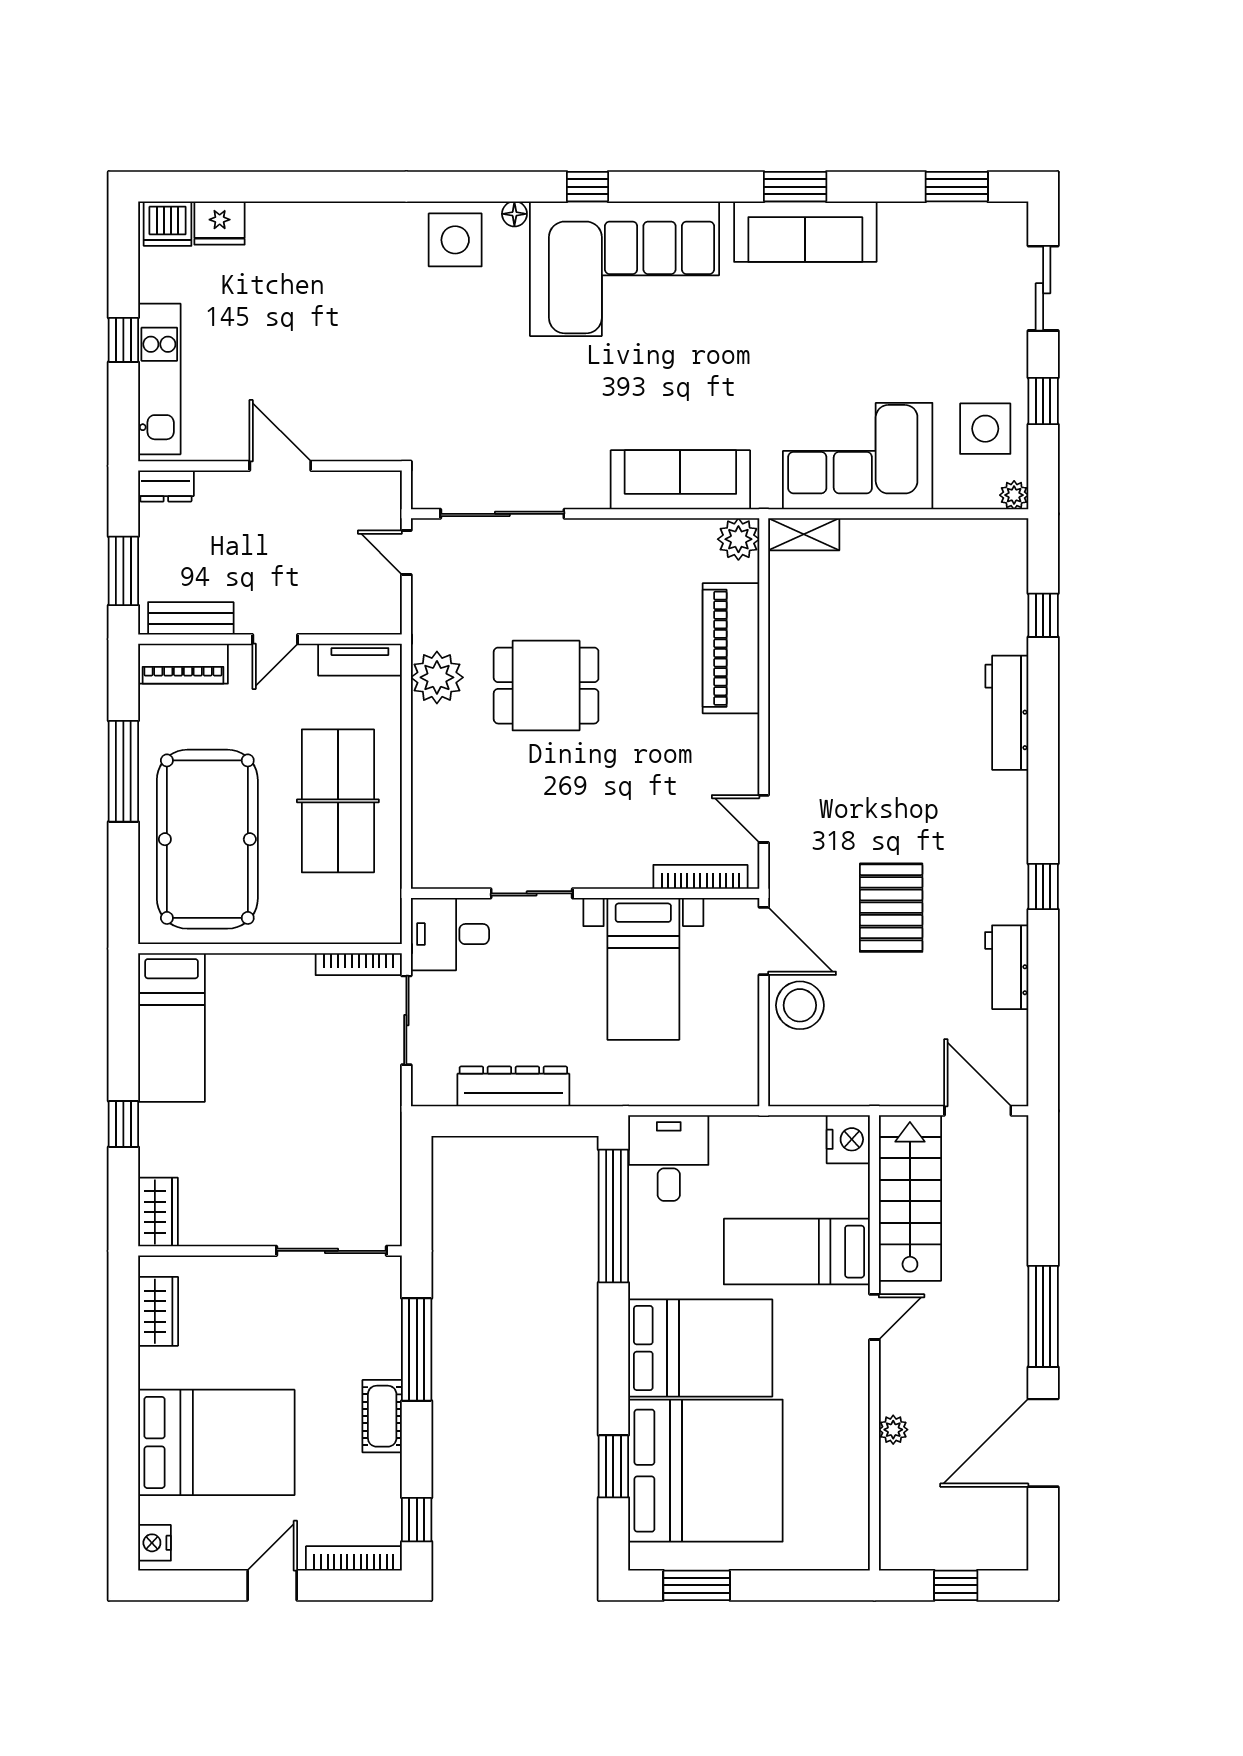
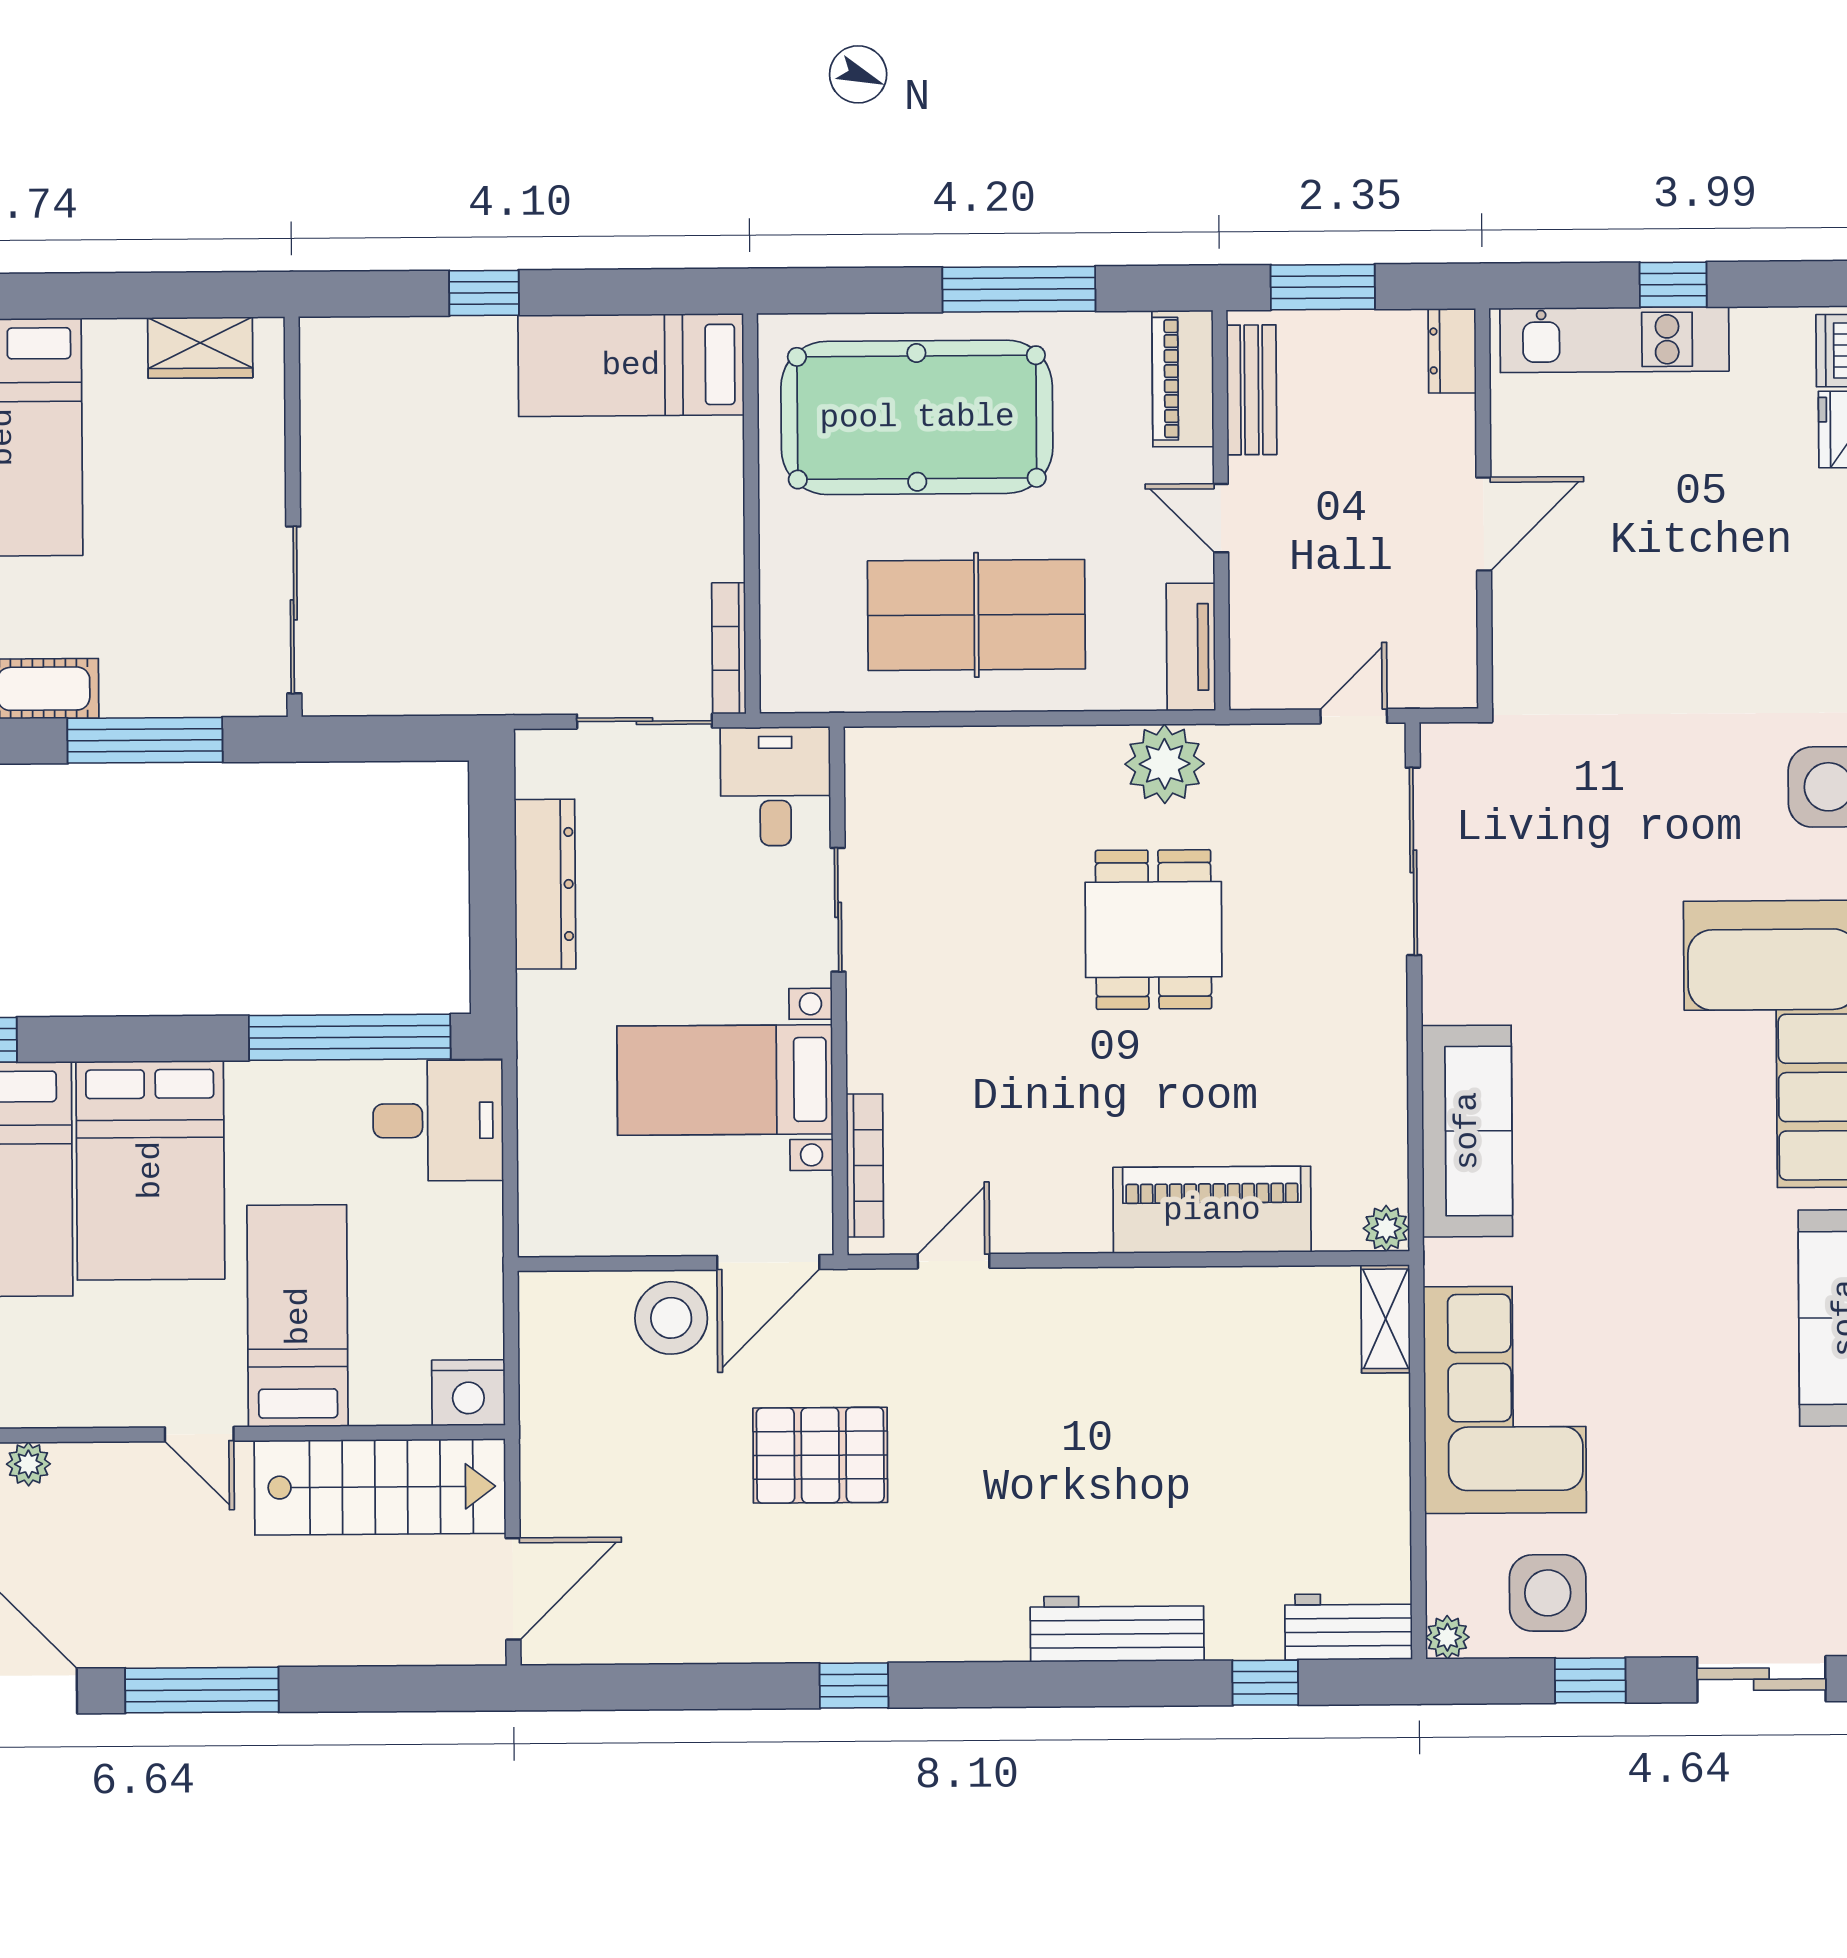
plant: (738, 539) -> (1386, 1228), width x0.73, depth x0.73
workbench: (1007, 967) -> (1349, 1627), moved
wardrobe: (158, 1212) -> (351, 346), removed

